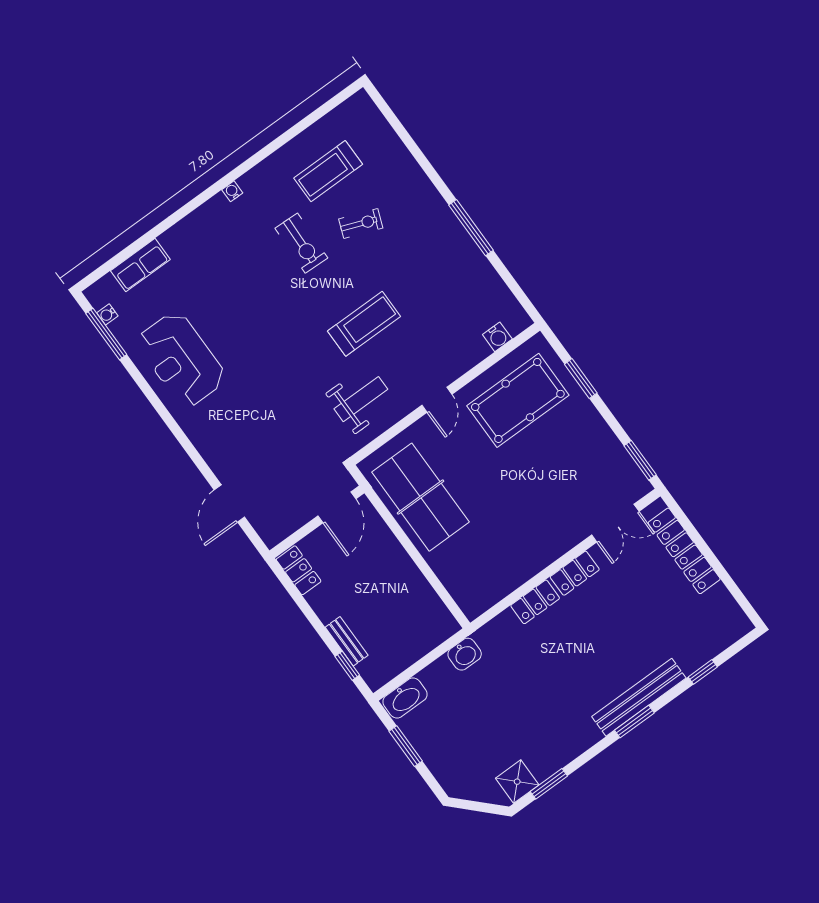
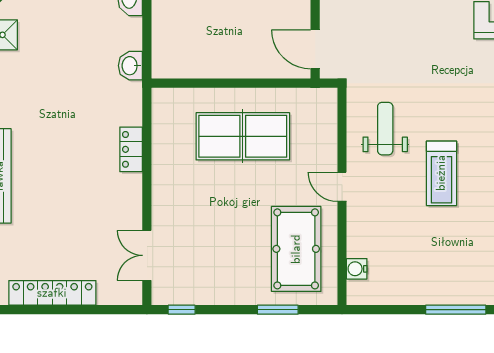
weight bench: (361, 399) -> (385, 129), turned 180
window: (640, 460) -> (182, 310), width x0.67
table tennis table: (421, 497) -> (243, 136), moved
locker: (684, 551) -> (52, 293), moved
locker: (575, 573) -> (131, 196), removed

